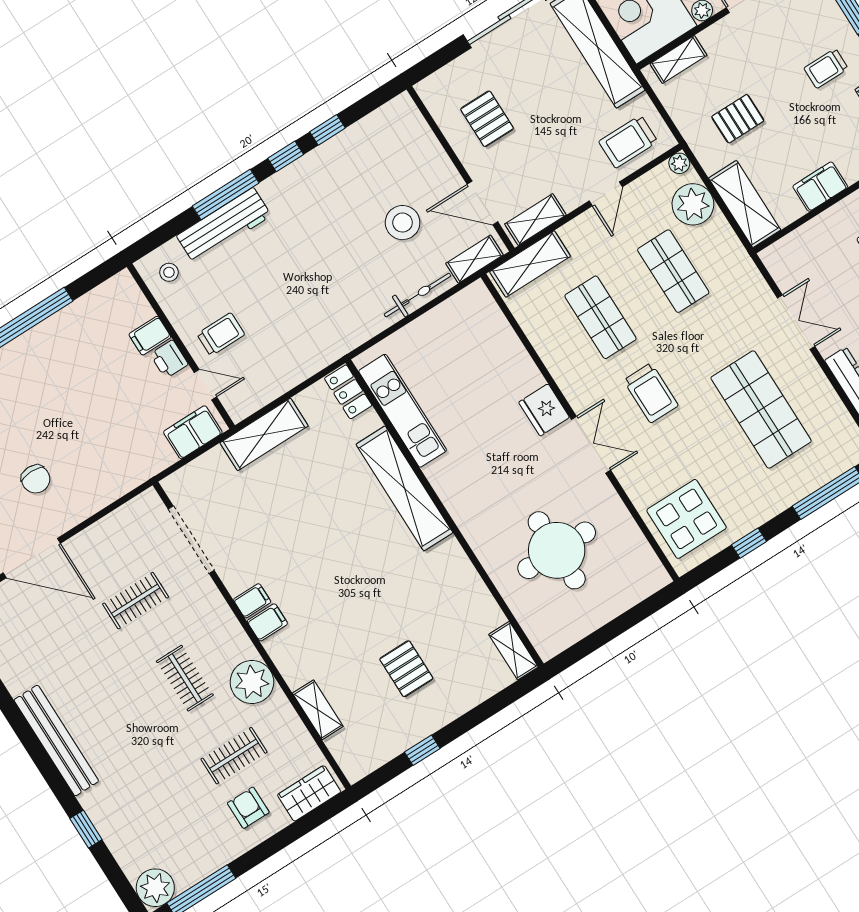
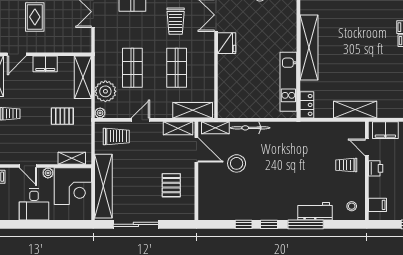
workbench: (224, 226) -> (315, 211), width x0.73
filing cabinet: (150, 336) -> (377, 205), moved
trolley: (651, 393) -> (176, 21), turned 180

